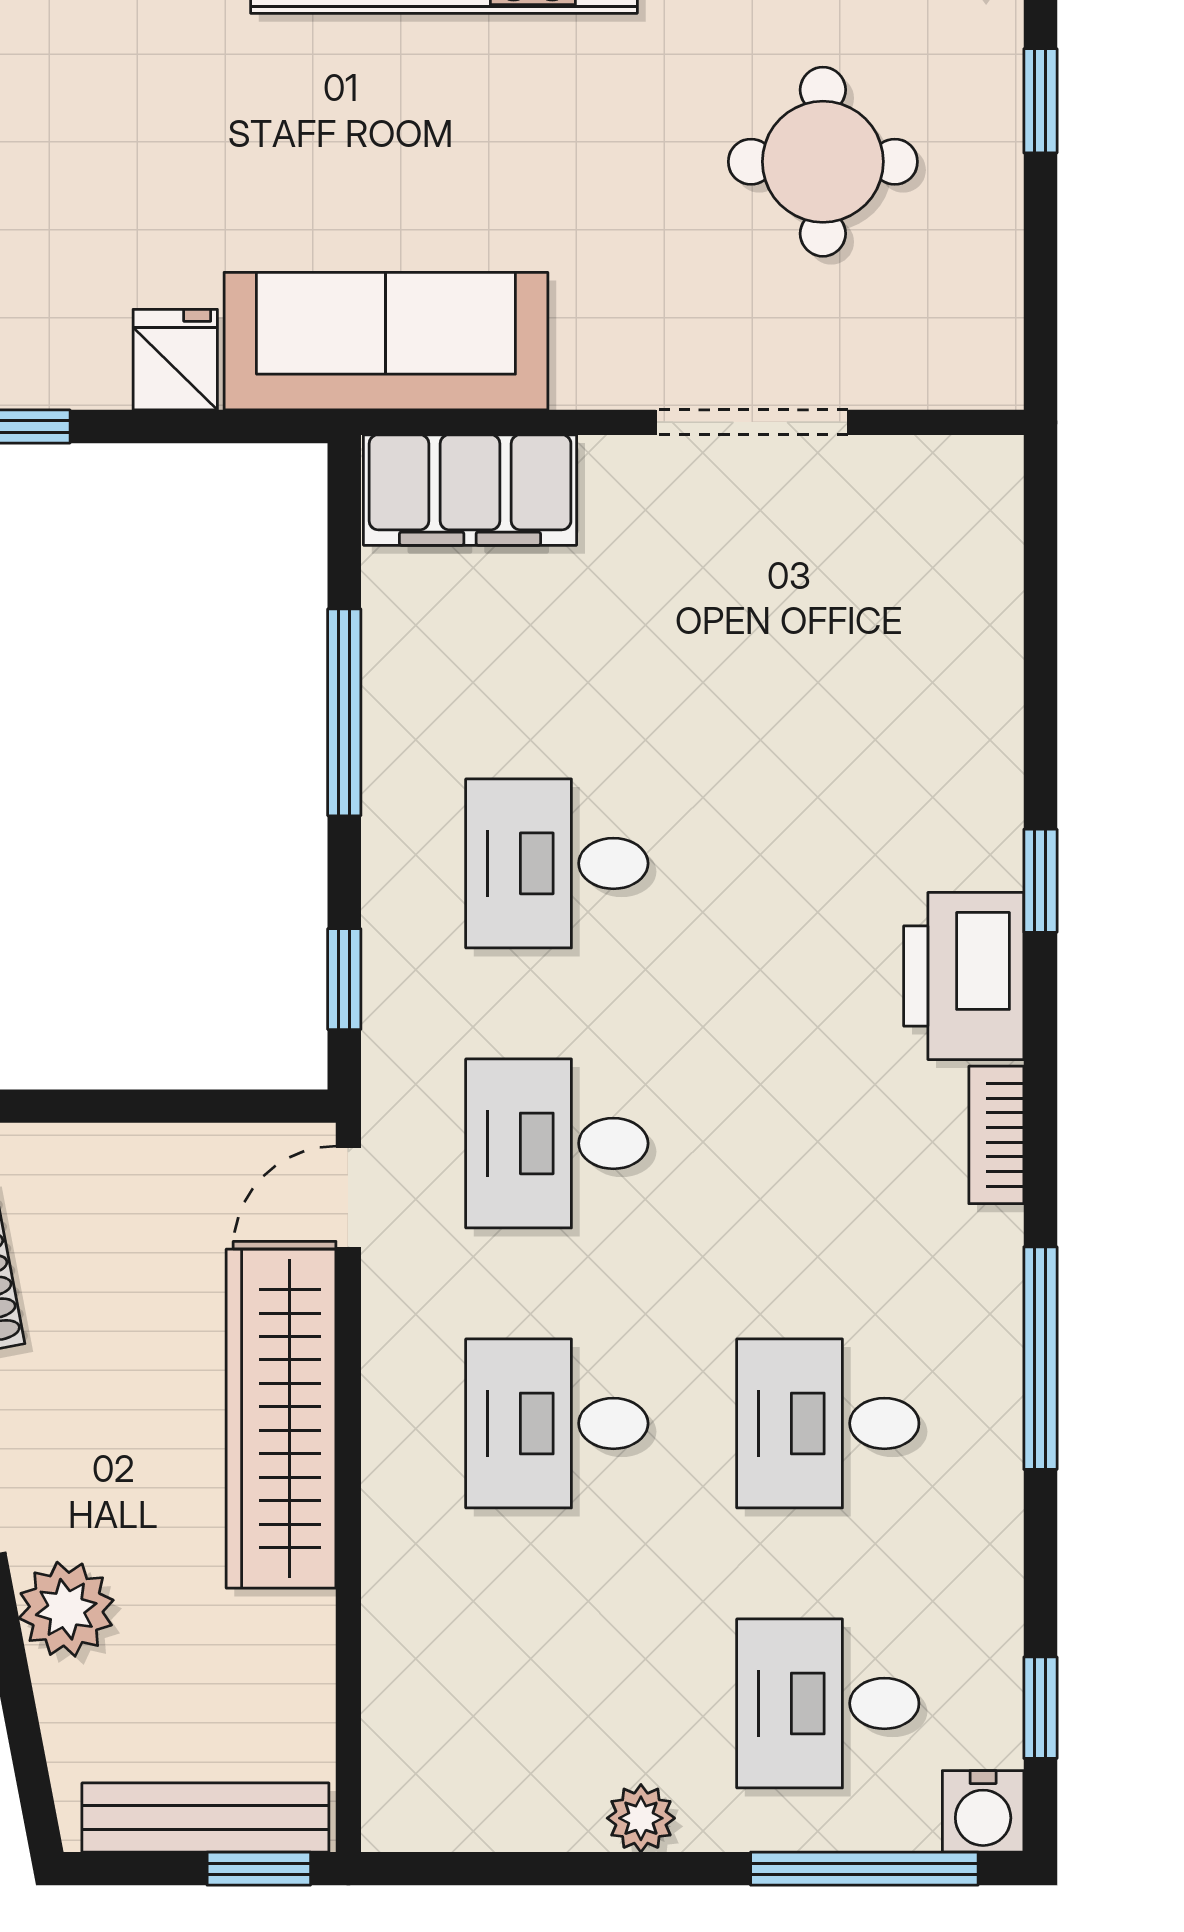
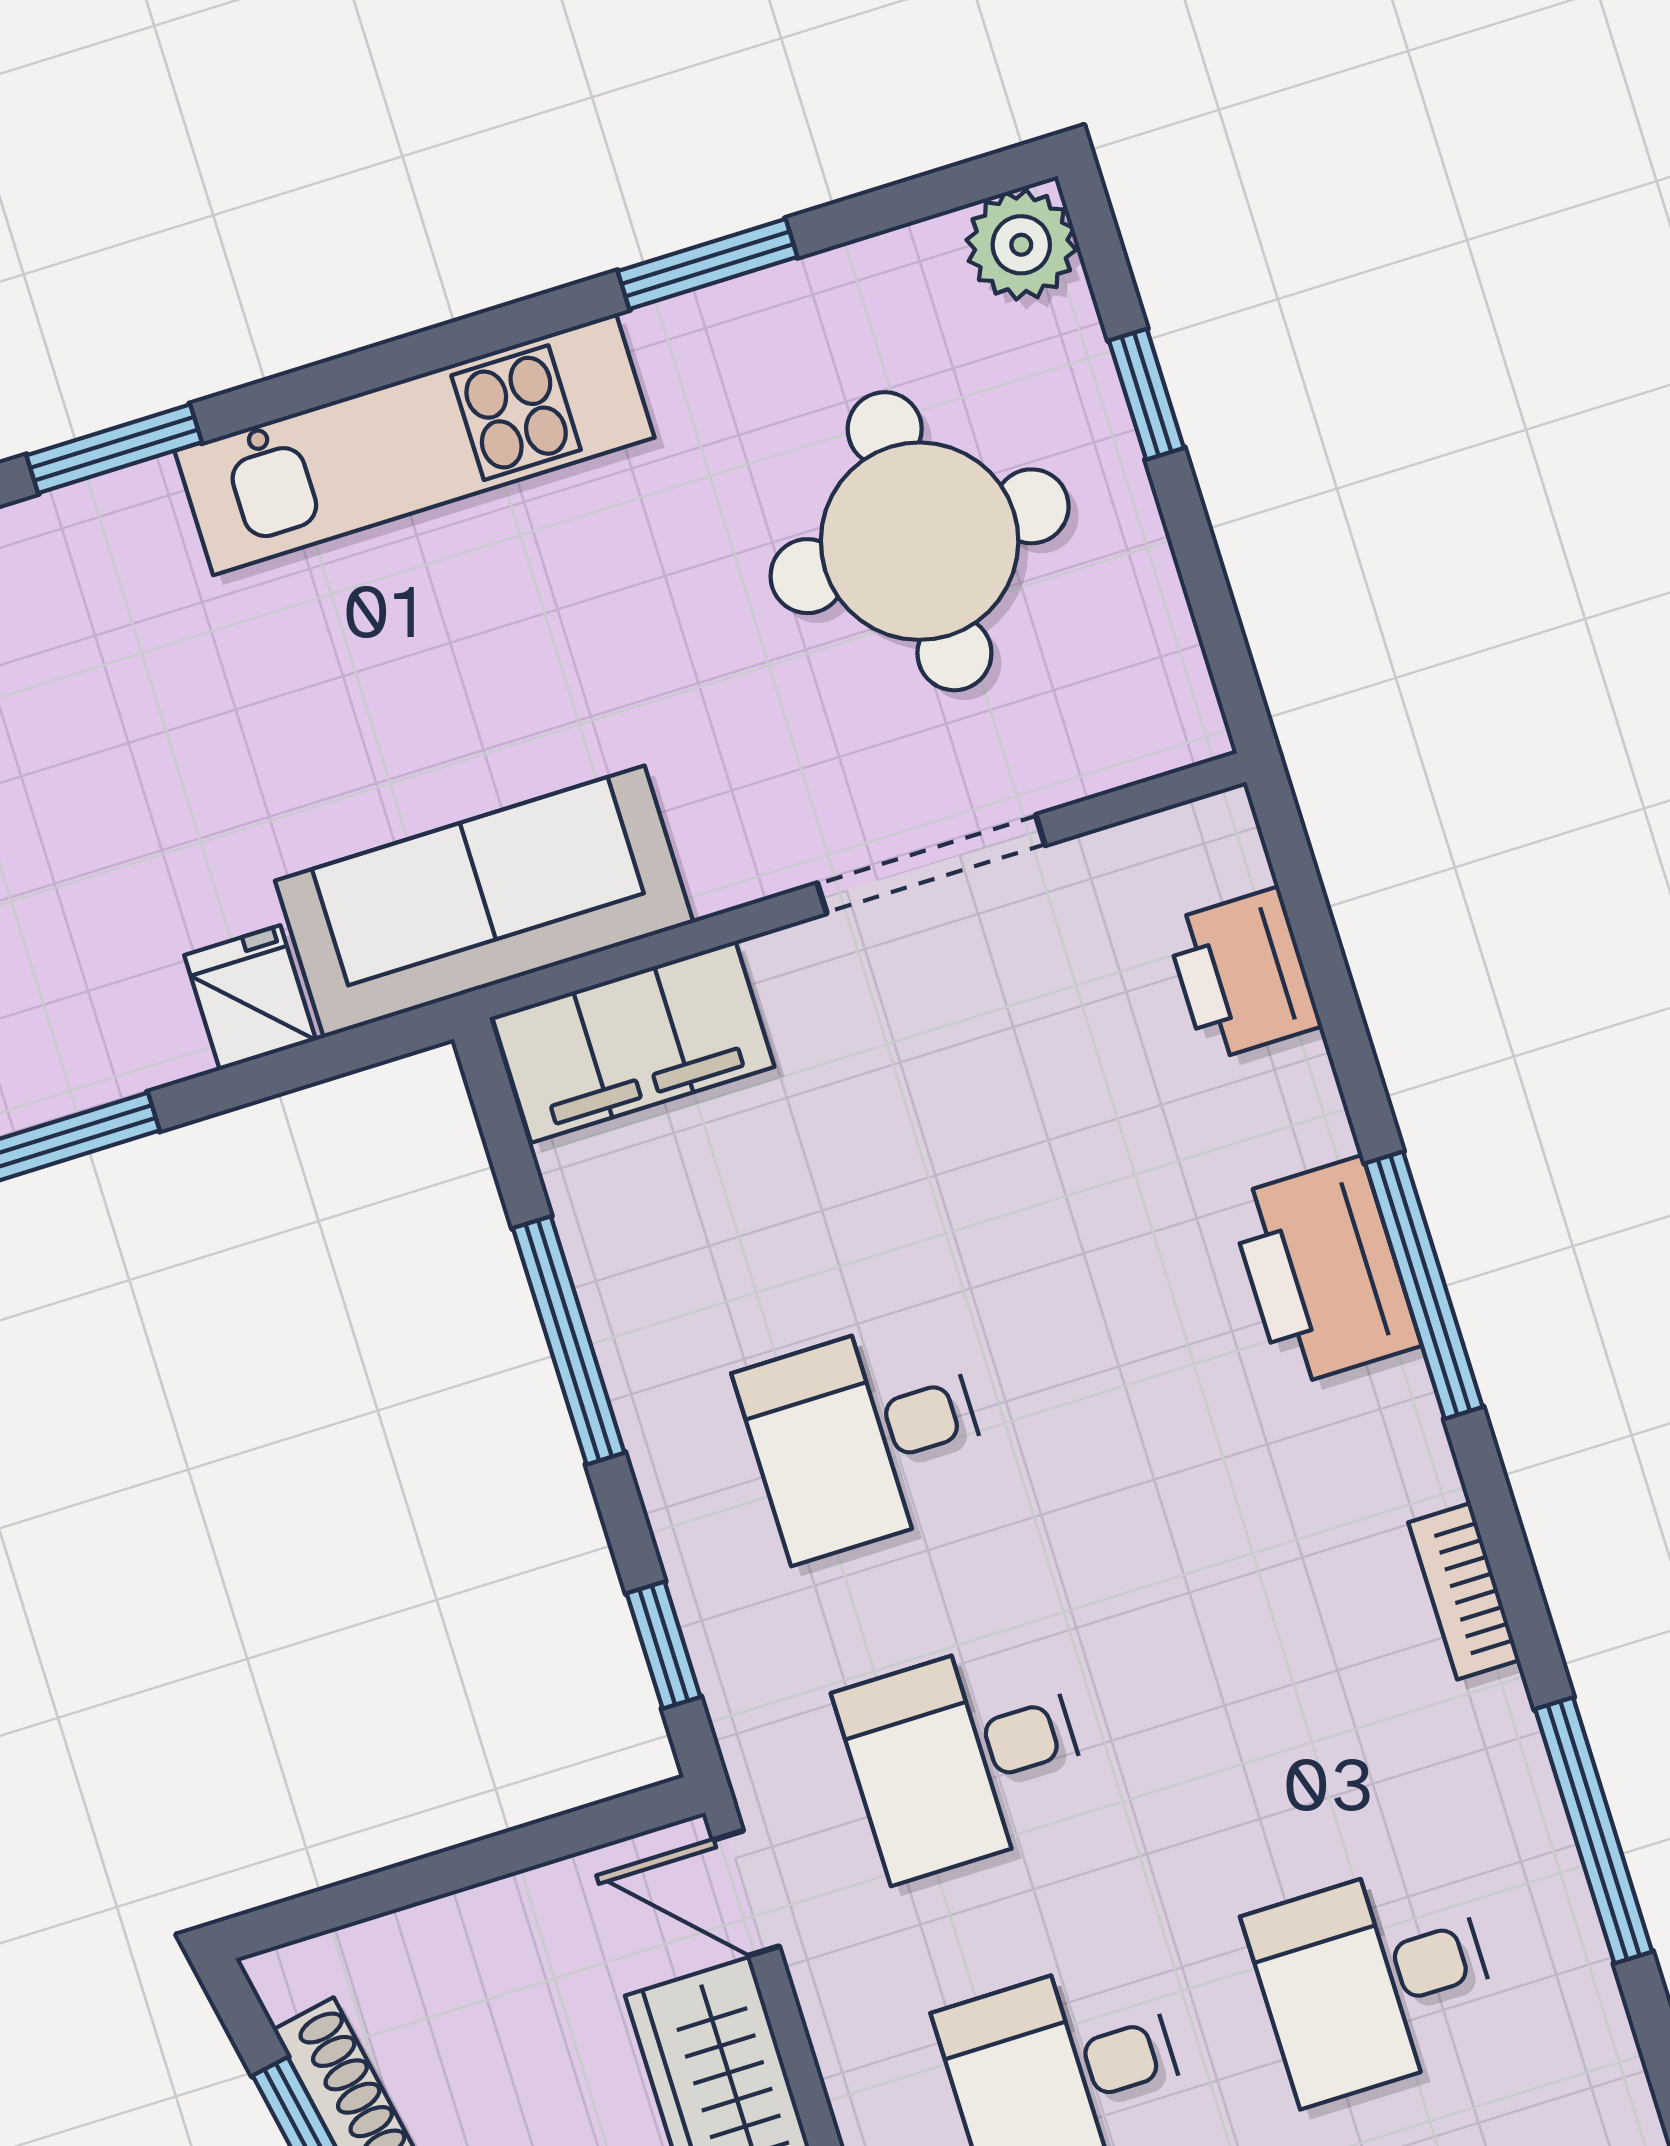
round table: (823, 162) -> (920, 541), width x1.36, depth x1.36
printer: (973, 588) -> (1243, 974), added
window: (1040, 881) -> (1424, 1285), width x2.17
printer: (964, 976) -> (1324, 1272), moved
door: (348, 1197) -> (746, 1893), hinge flipped

